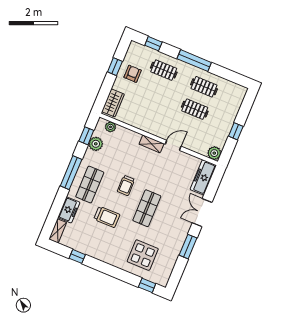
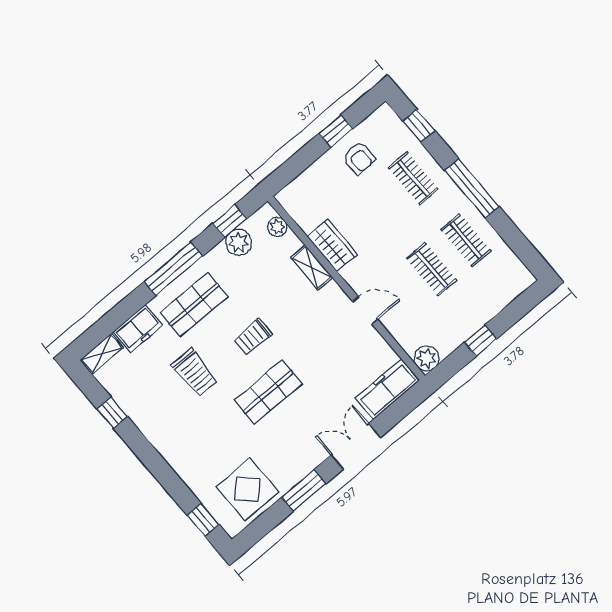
armchair: (133, 74) -> (359, 158), turned 90
wardrobe: (113, 103) -> (332, 246), moved, turned -90
shelving: (151, 144) -> (312, 268), moved
display table: (143, 255) -> (247, 489), moved

